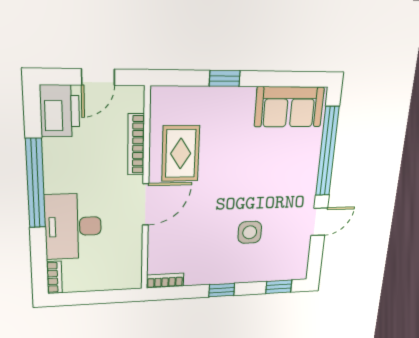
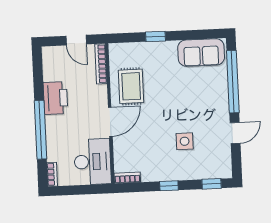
door: (98, 77) -> (76, 40), hinge flipped
printer: (60, 111) -> (55, 98), moved
bookcase: (136, 145) -> (101, 64), moved
window: (35, 184) -> (40, 130), moved
desk: (73, 227) -> (93, 162), moved, turned 180

